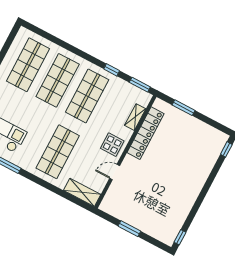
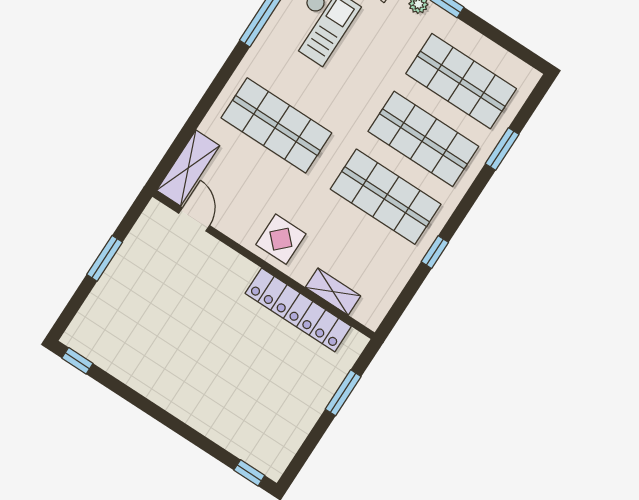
window: (140, 85) -> (502, 149), moved
door: (115, 172) -> (194, 219), moved

